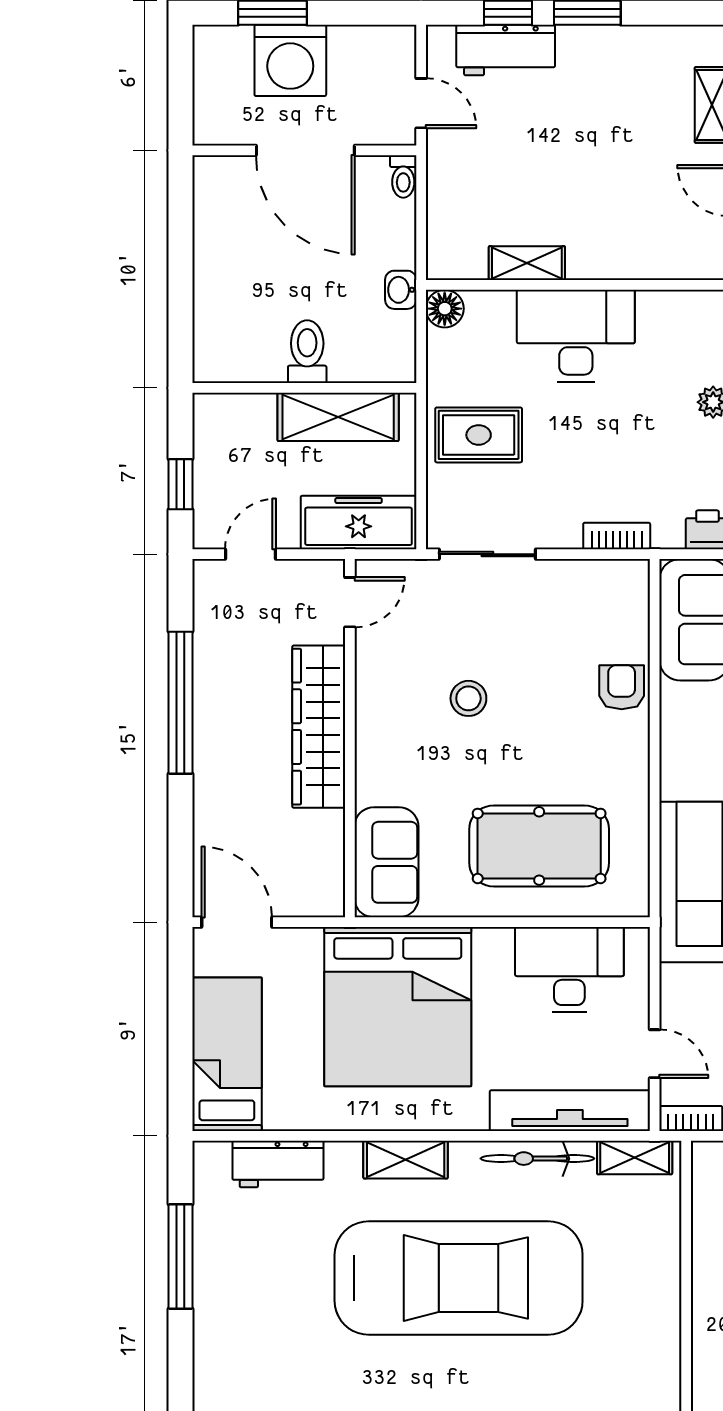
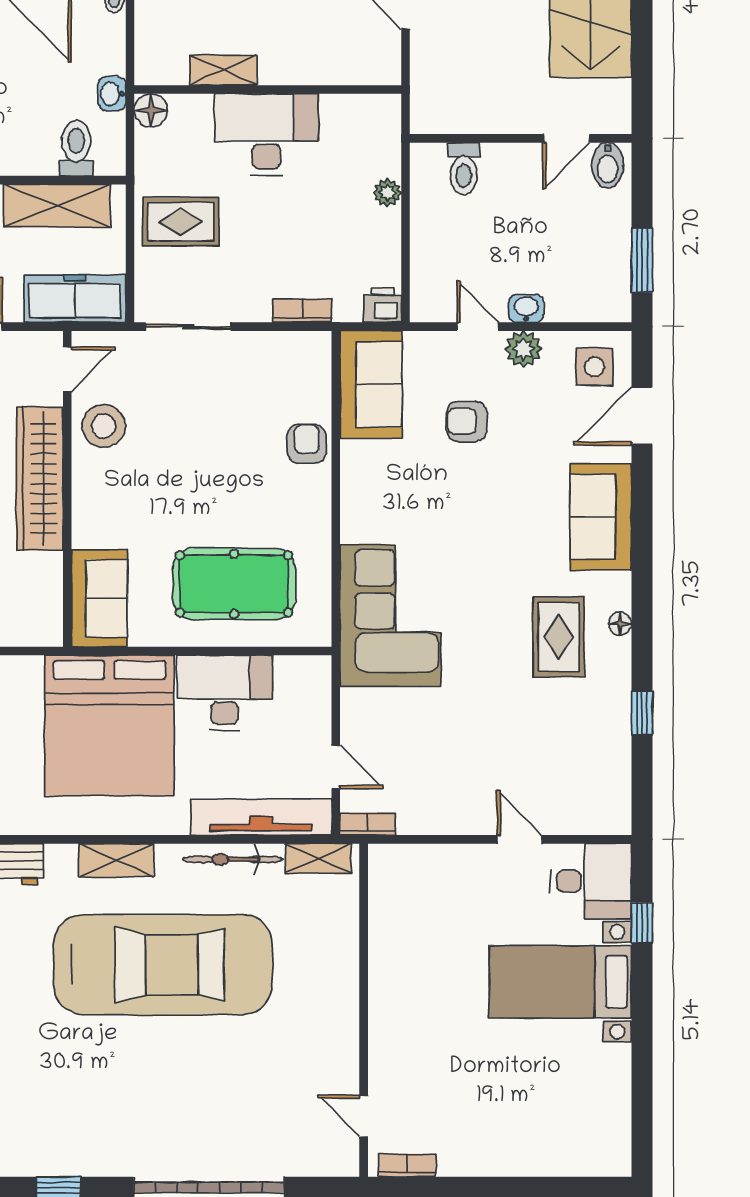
toilet: (307, 352) -> (76, 148), moved
stool: (468, 698) -> (104, 426), moved, width x1.38, depth x1.38
desk: (569, 969) -> (225, 693), moved

